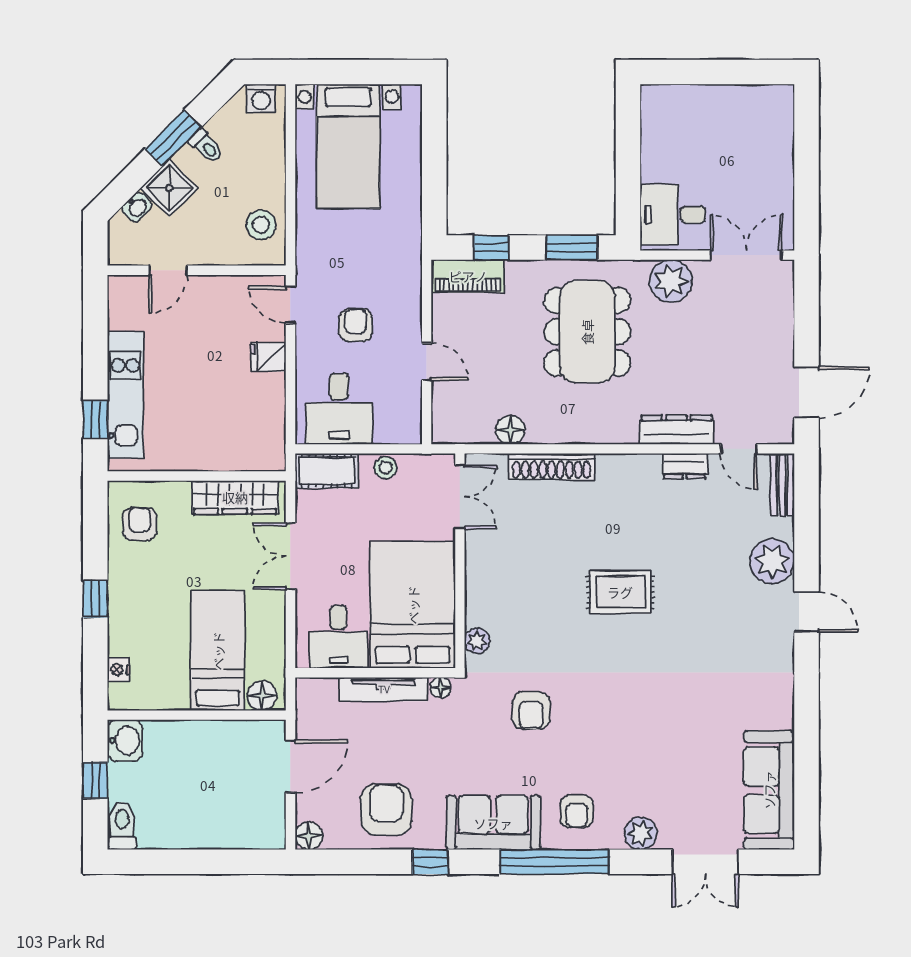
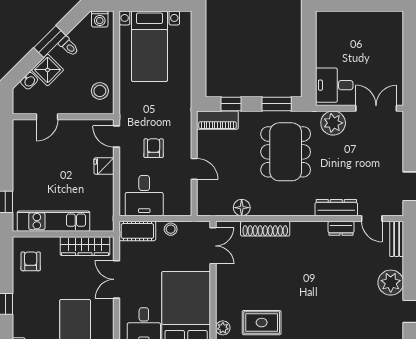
kitchen unit: (125, 395) -> (54, 221), moved, turned -90
rug: (620, 592) -> (262, 323), moved

